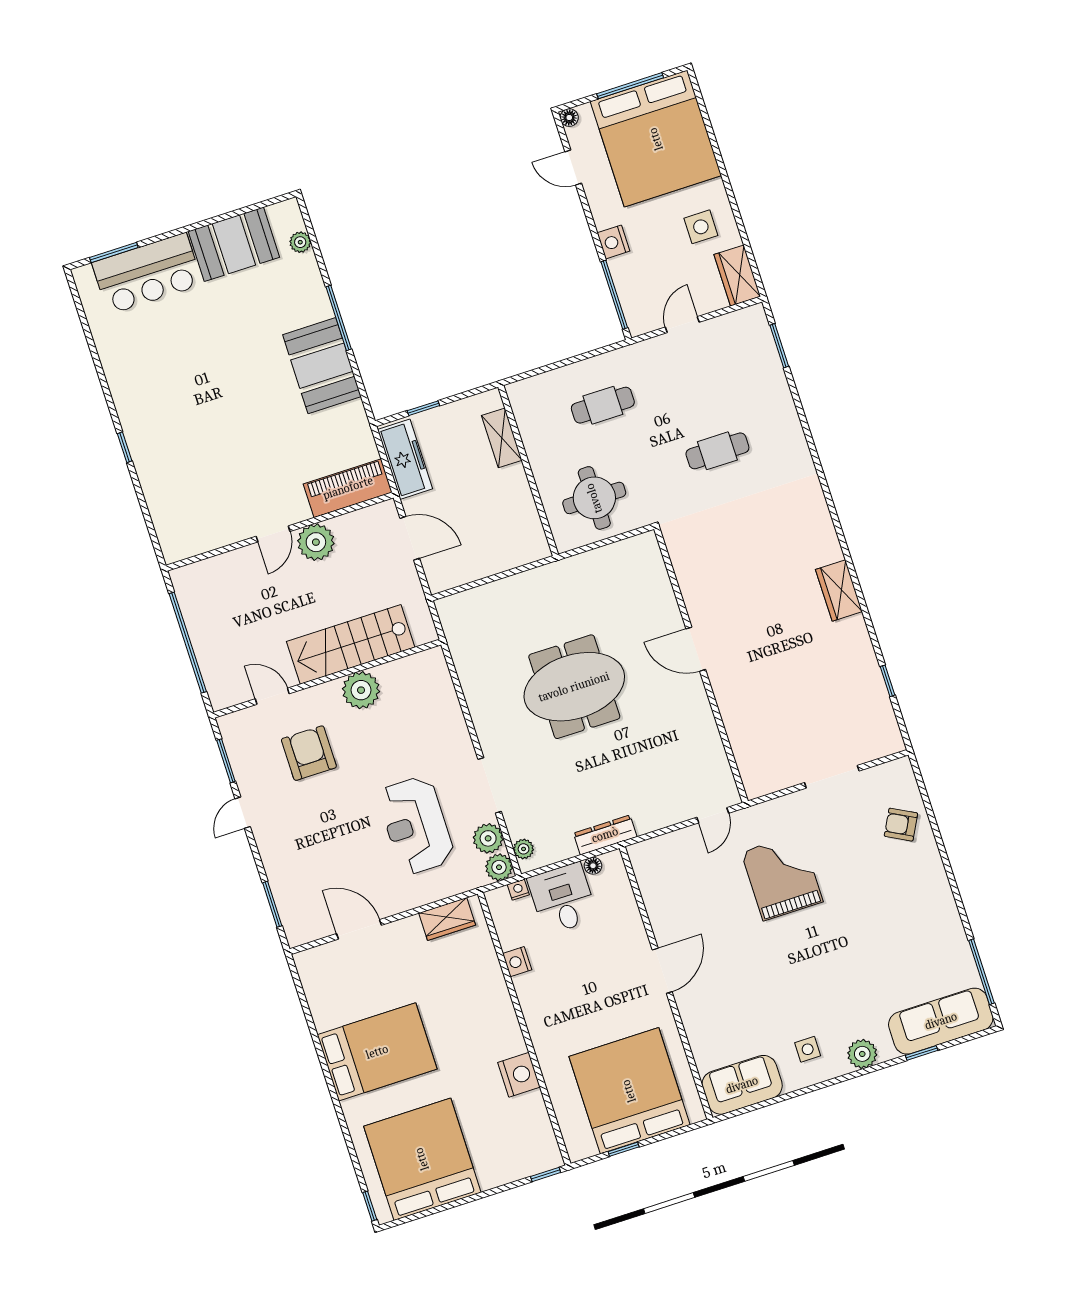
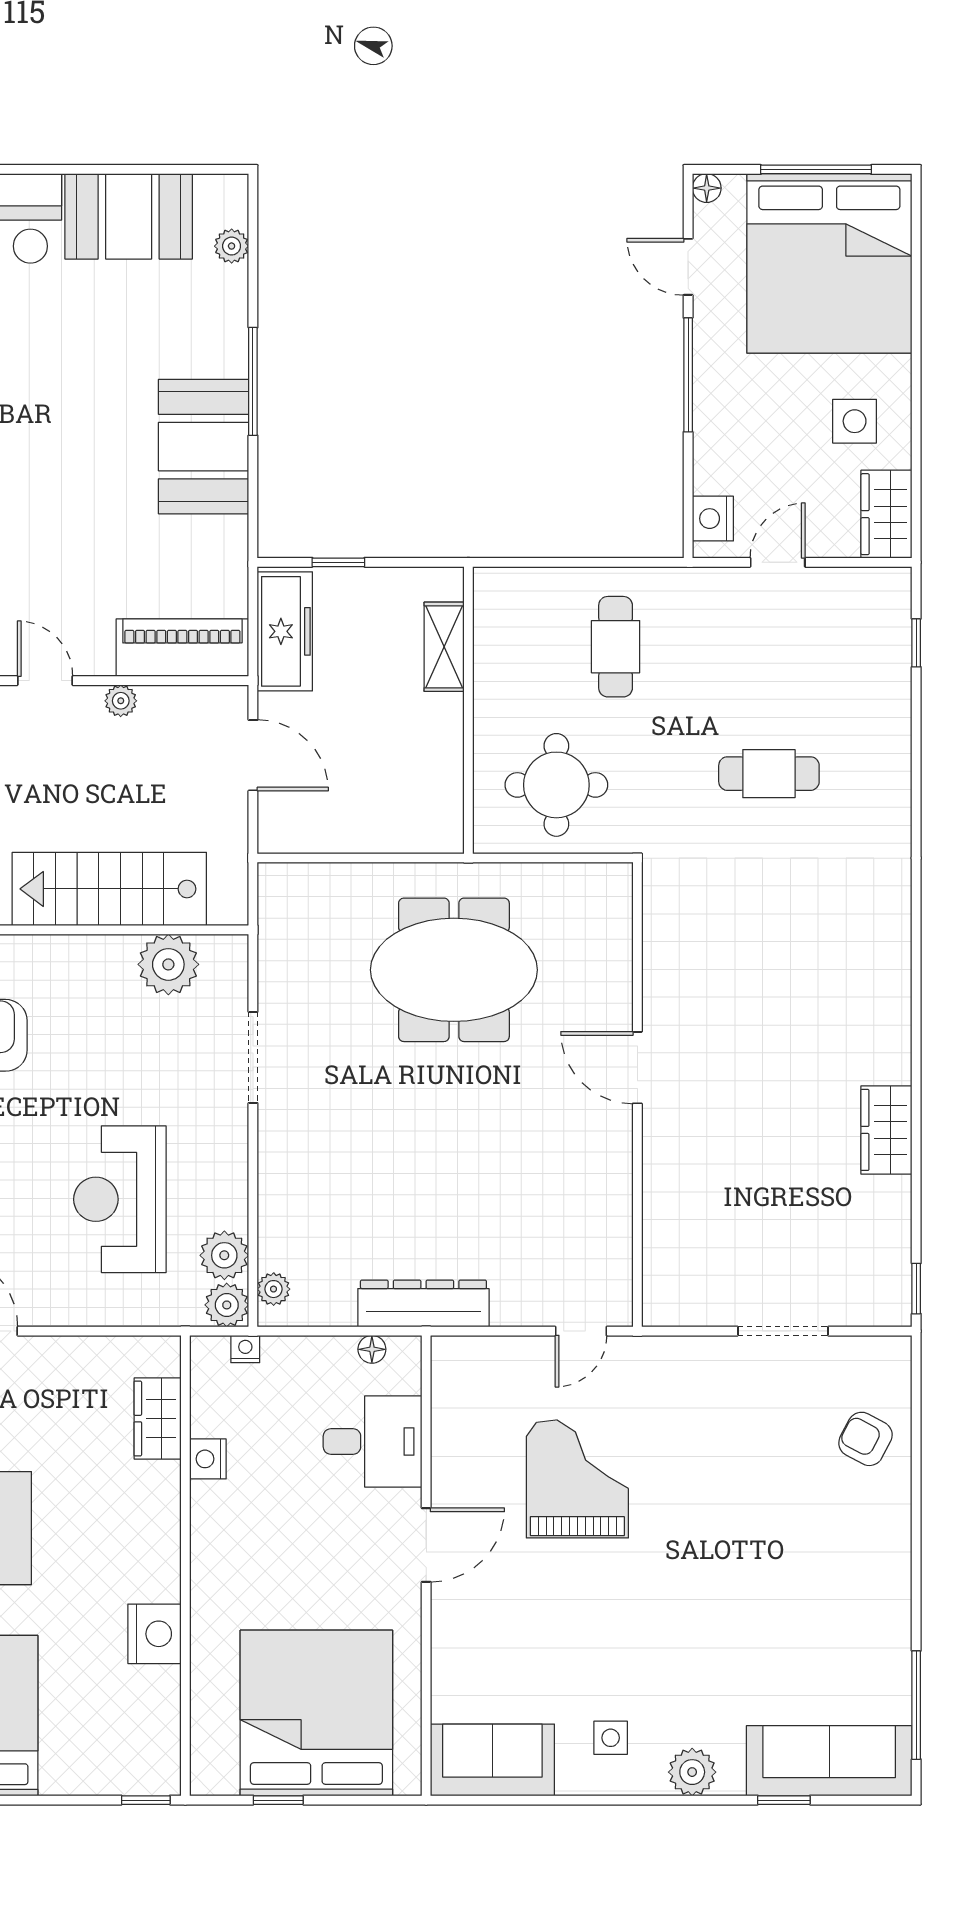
nightstand: (613, 242) -> (713, 519), moved
window: (614, 295) -> (688, 375), moved
window: (779, 346) -> (916, 643), width x0.67
cafe table: (603, 405) -> (616, 647), turned 90
door: (273, 534) -> (45, 681), swing flipped
plant: (316, 542) -> (121, 701), width x0.53, depth x0.53
wardrobe: (839, 590) -> (886, 1130), moved
window: (888, 681) -> (916, 1289), moved
meeting table: (574, 687) -> (454, 970), moved
plant: (361, 690) -> (168, 964), moved
doorway: (490, 785) -> (253, 1057), moved
dresser: (605, 835) -> (423, 1304), width x1.37, depth x1.24
grand piano: (782, 877) -> (577, 1479), moved
desk: (563, 899) -> (373, 1441), moved, turned 90
wardrobe: (447, 919) -> (158, 1419), moved, turned 90

